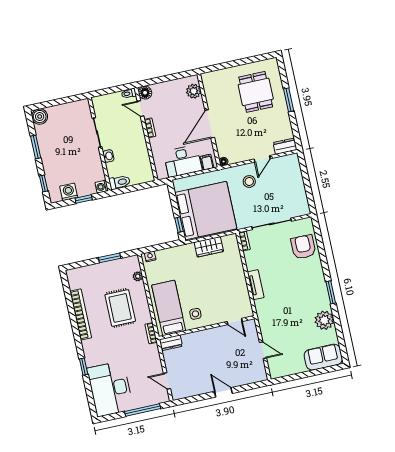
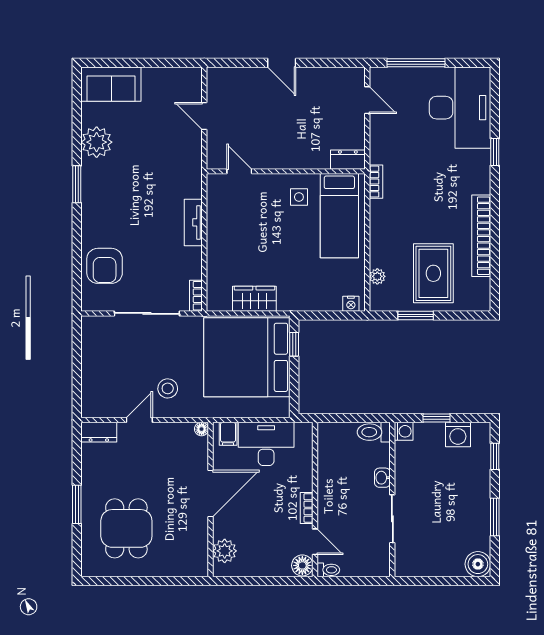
rug: (120, 308) -> (433, 273), moved

